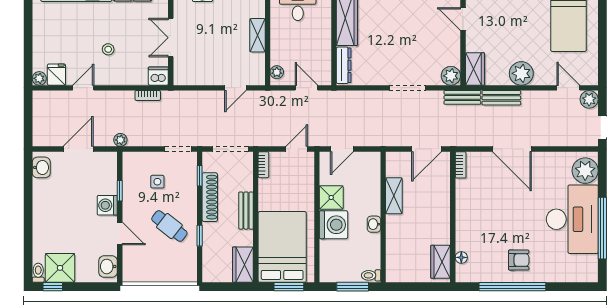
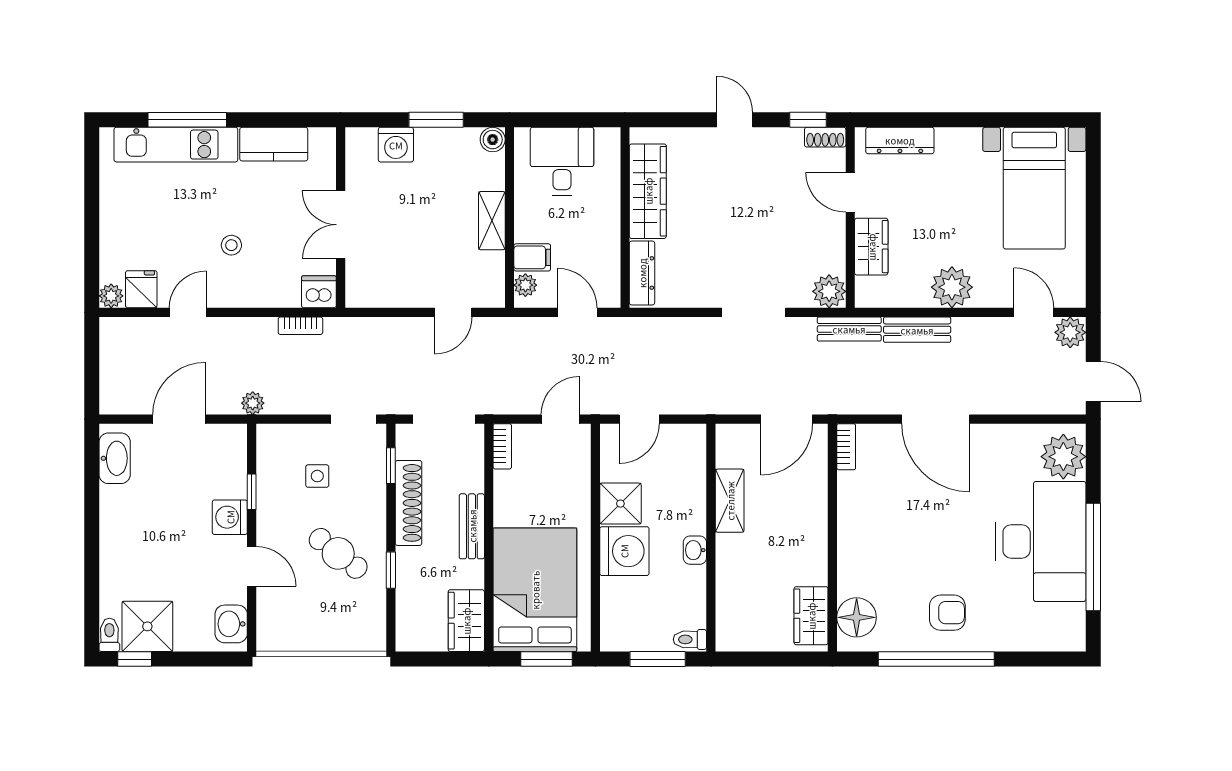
filing cabinet: (281, 56) -> (532, 257), added
wardrobe: (475, 69) -> (871, 247), moved
washbasin: (41, 167) -> (115, 458), width x1.38
floor lamp: (461, 257) -> (857, 617), width x1.89, depth x1.89

